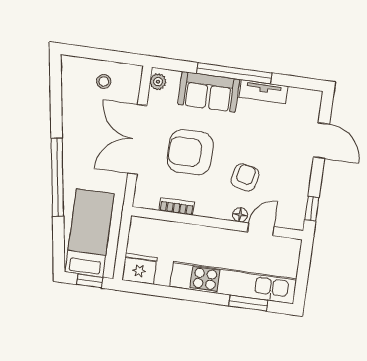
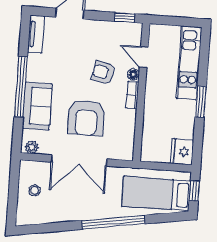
tv unit: (263, 92) -> (36, 34), moved
bookcase: (177, 206) -> (132, 95), moved
kitchen unit: (233, 283) -> (189, 63), width x0.73
window: (248, 303) -> (201, 102), moved

